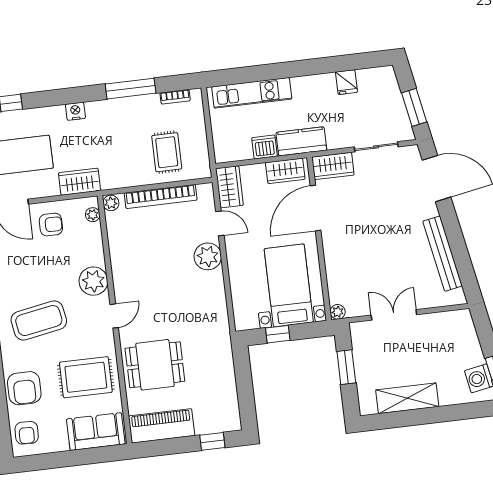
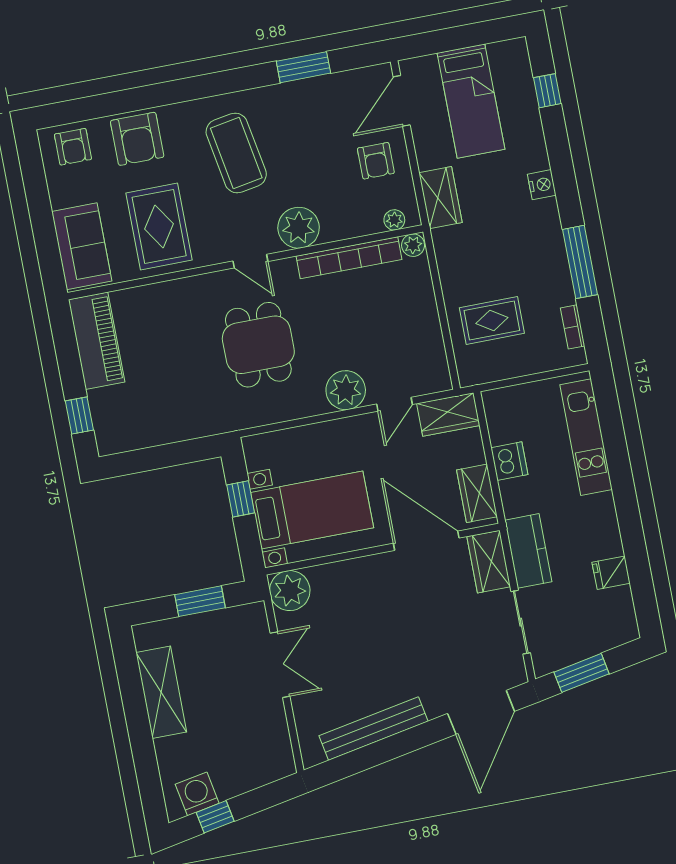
kitchen counter: (301, 141) -> (528, 551), moved
bookcase: (161, 196) -> (349, 258), moved, turned -90
plant: (338, 312) -> (290, 591), width x1.88, depth x1.88
dining table: (155, 365) -> (258, 345), moved
armchair: (24, 388) -> (137, 139), turned -90
armchair: (27, 433) -> (73, 147), turned -92

